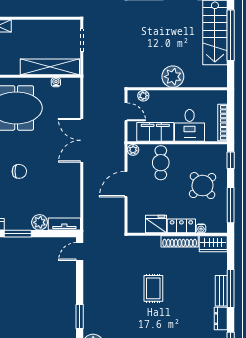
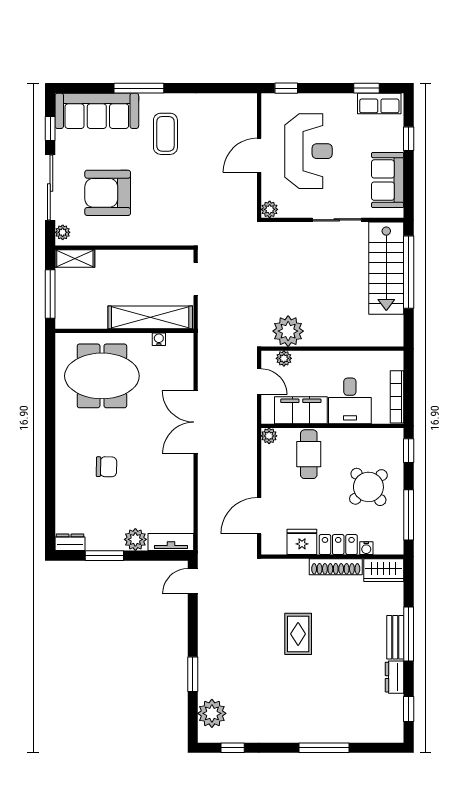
plant: (173, 77) -> (288, 331), moved
door: (126, 184) -> (259, 516), moved

